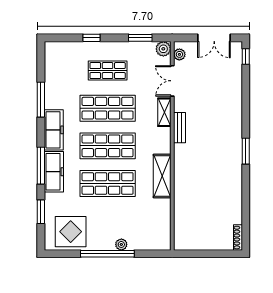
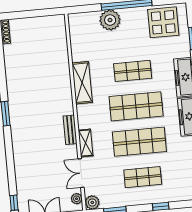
double door: (172, 81) -> (81, 173), swing flipped
shop shelf: (108, 183) -> (133, 71), width x0.70, depth x0.74
plant: (121, 244) -> (110, 20), width x1.87, depth x1.87

